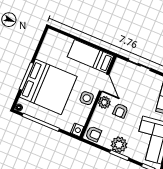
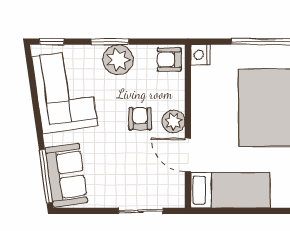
side table: (87, 98) -> (207, 116), removed

